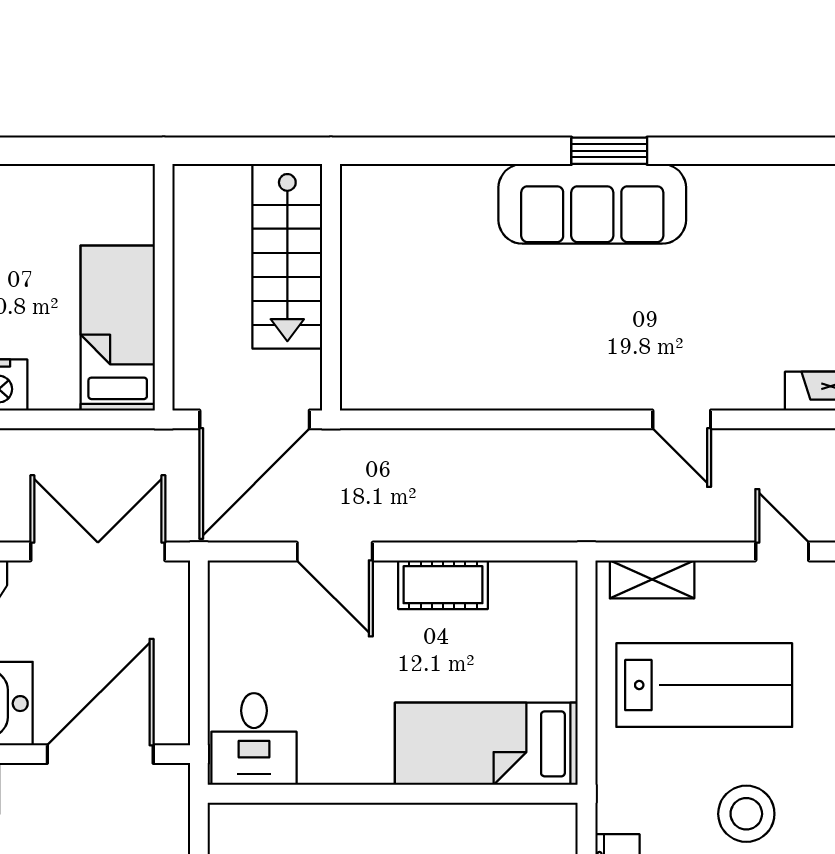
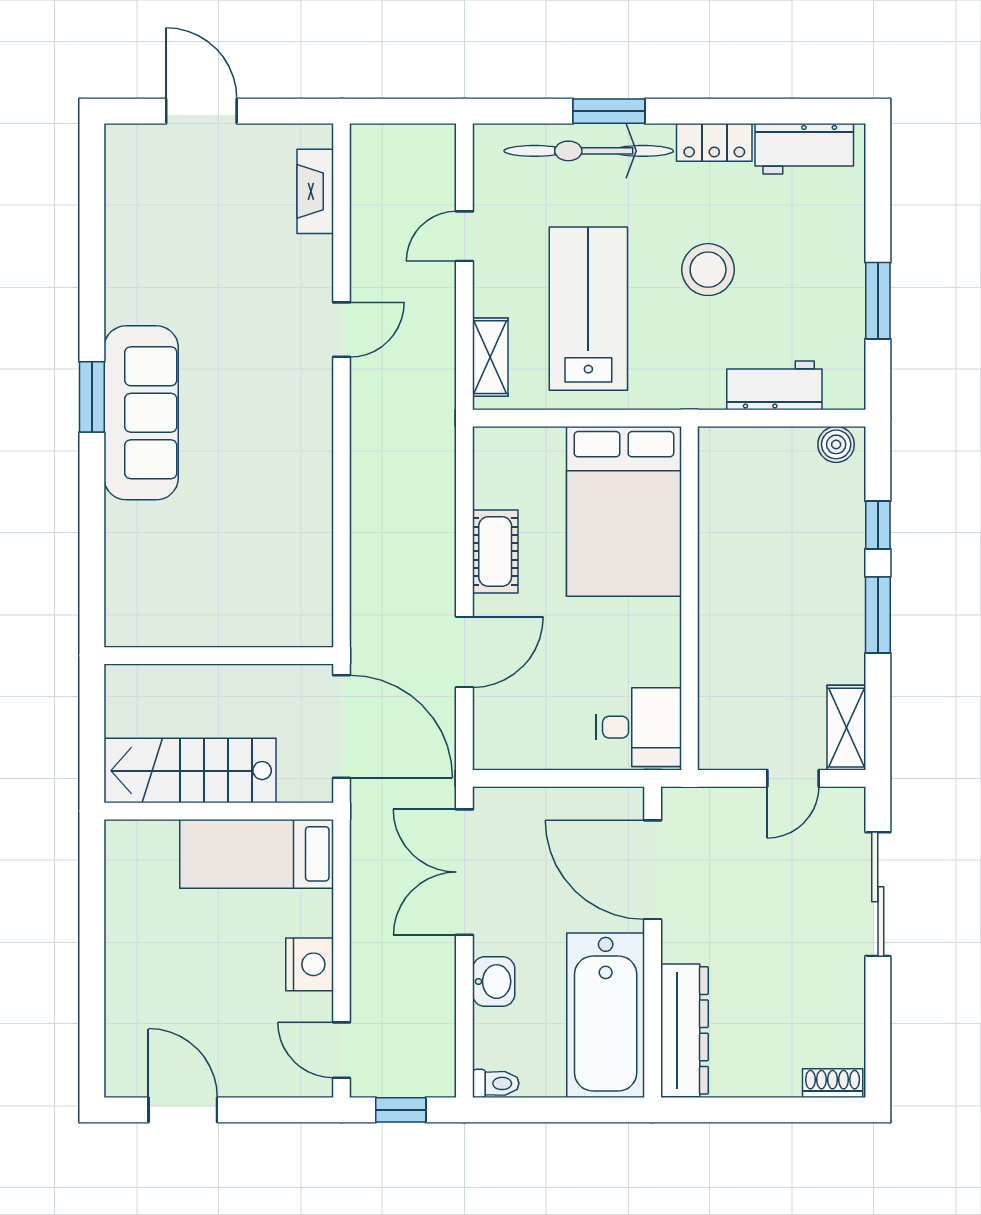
stairs: (287, 256) -> (190, 771), moved, turned 180
bed: (486, 744) -> (624, 511), width x1.50

